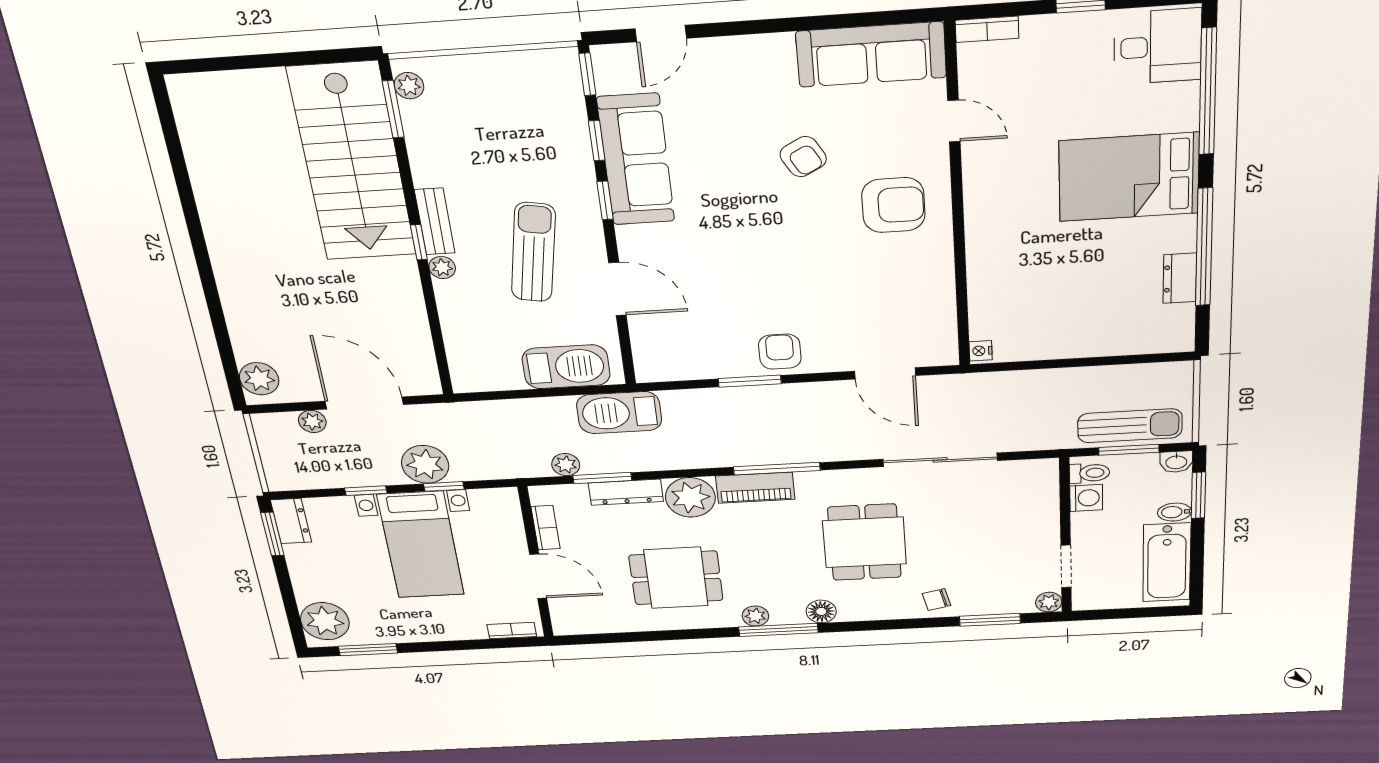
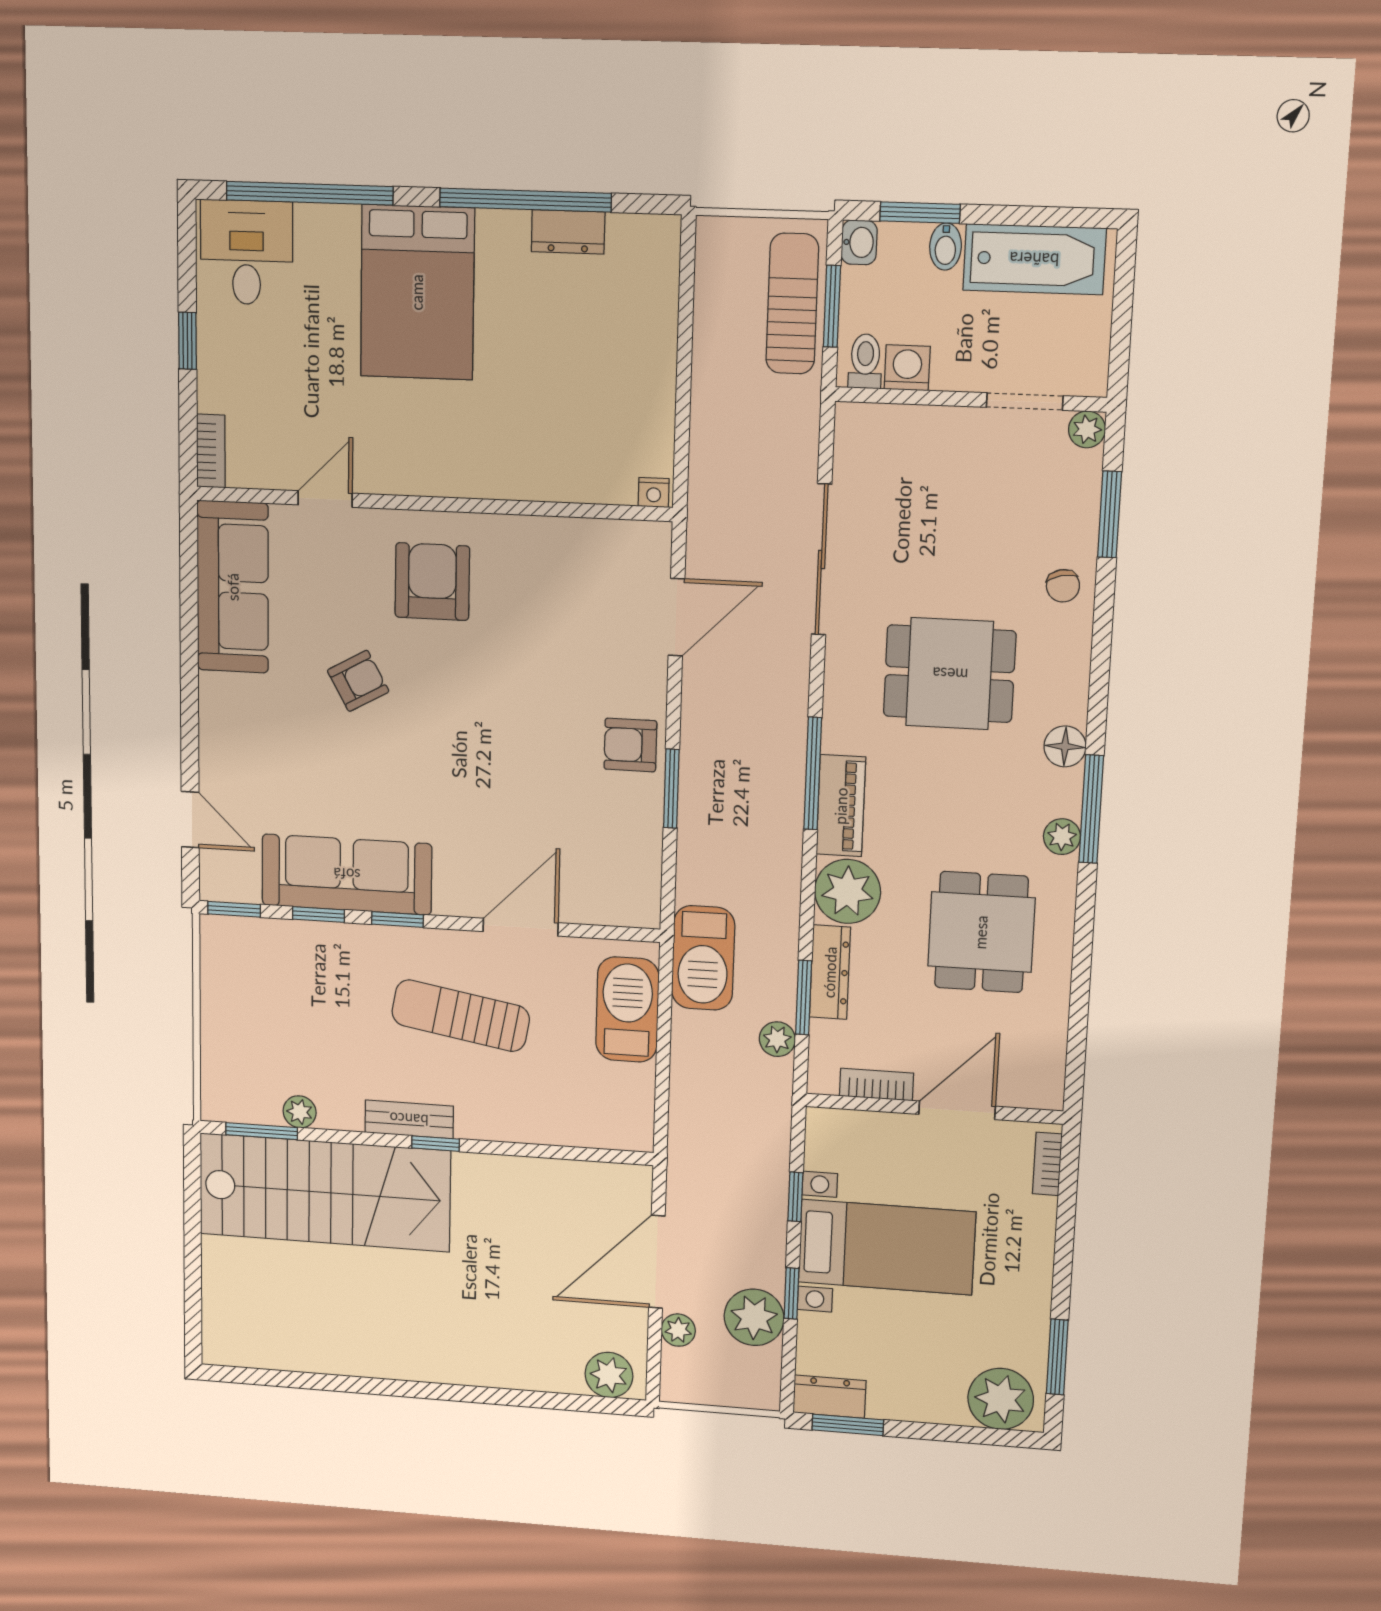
plant: (409, 86) -> (300, 1112), moved
plant: (442, 267) -> (472, 1125), removed
plant: (425, 464) -> (754, 1317), moved

